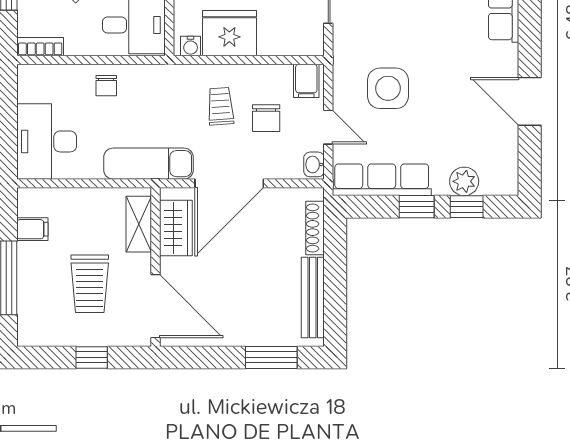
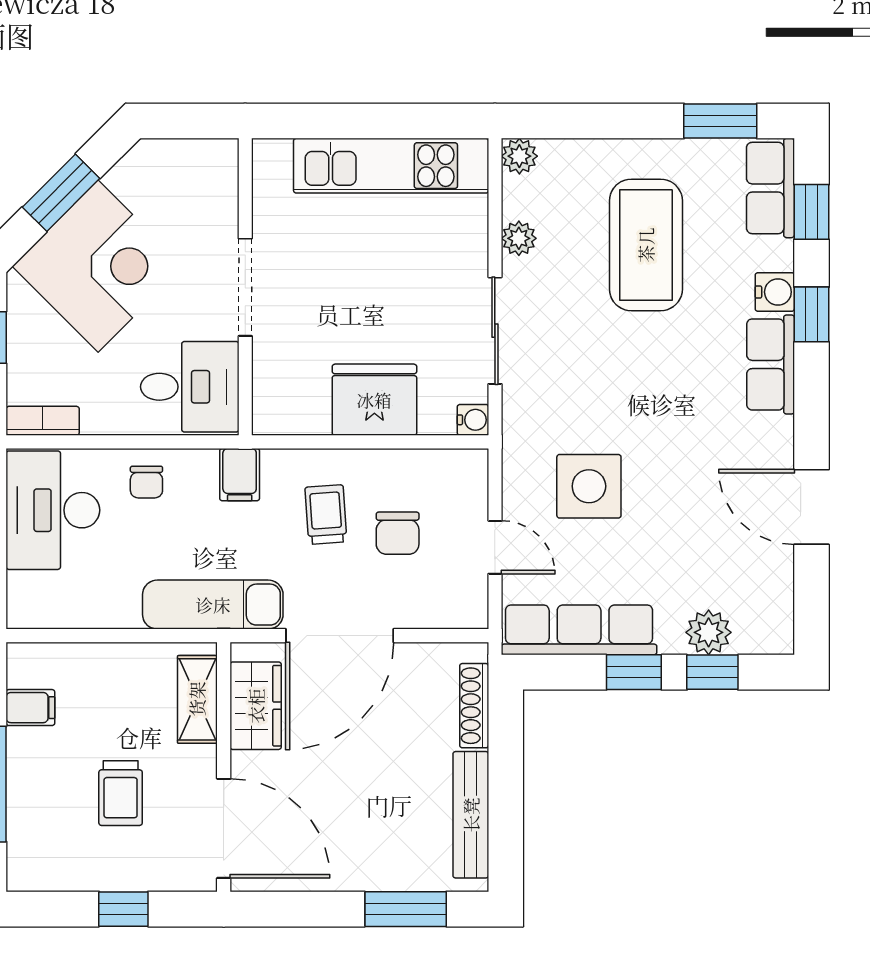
fridge: (229, 33) -> (374, 400), moved
water cooler: (191, 46) -> (473, 420), moved, turned -90
filing cabinet: (306, 81) -> (240, 475), moved
desk: (47, 141) -> (53, 510), moved
washbasin: (314, 164) -> (473, 606), removed
trolley: (90, 284) -> (121, 793), width x0.73, depth x0.72

